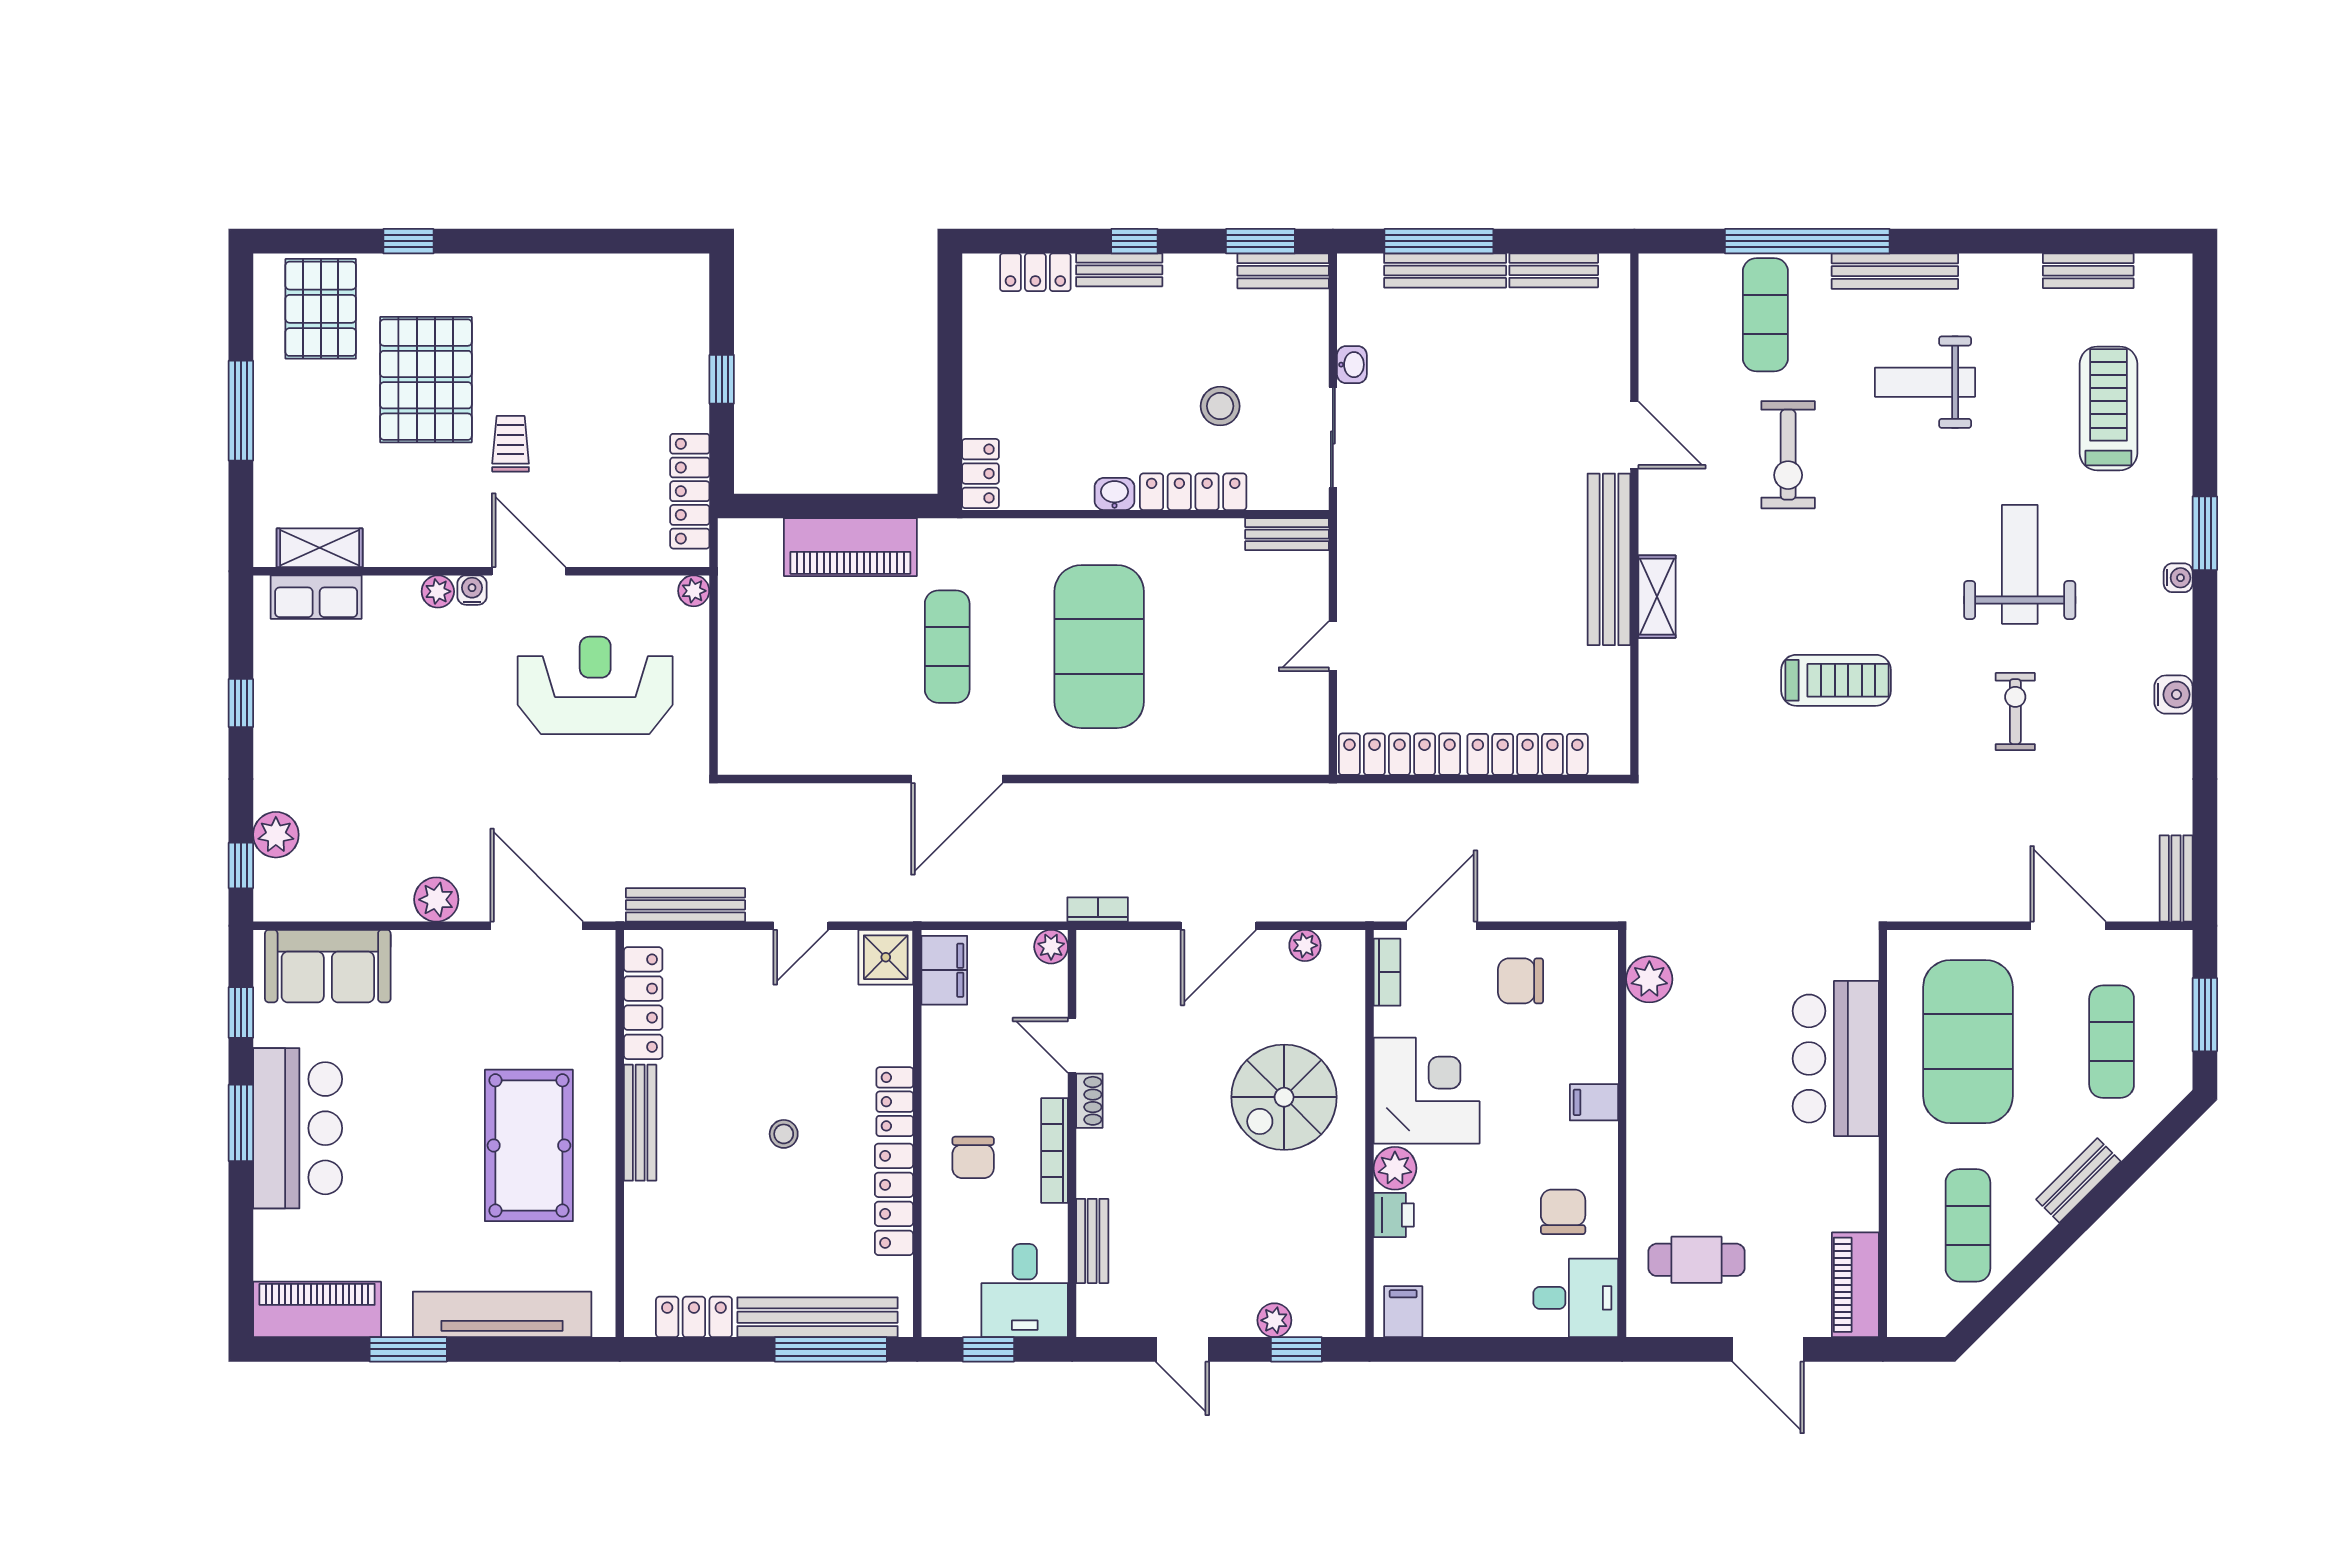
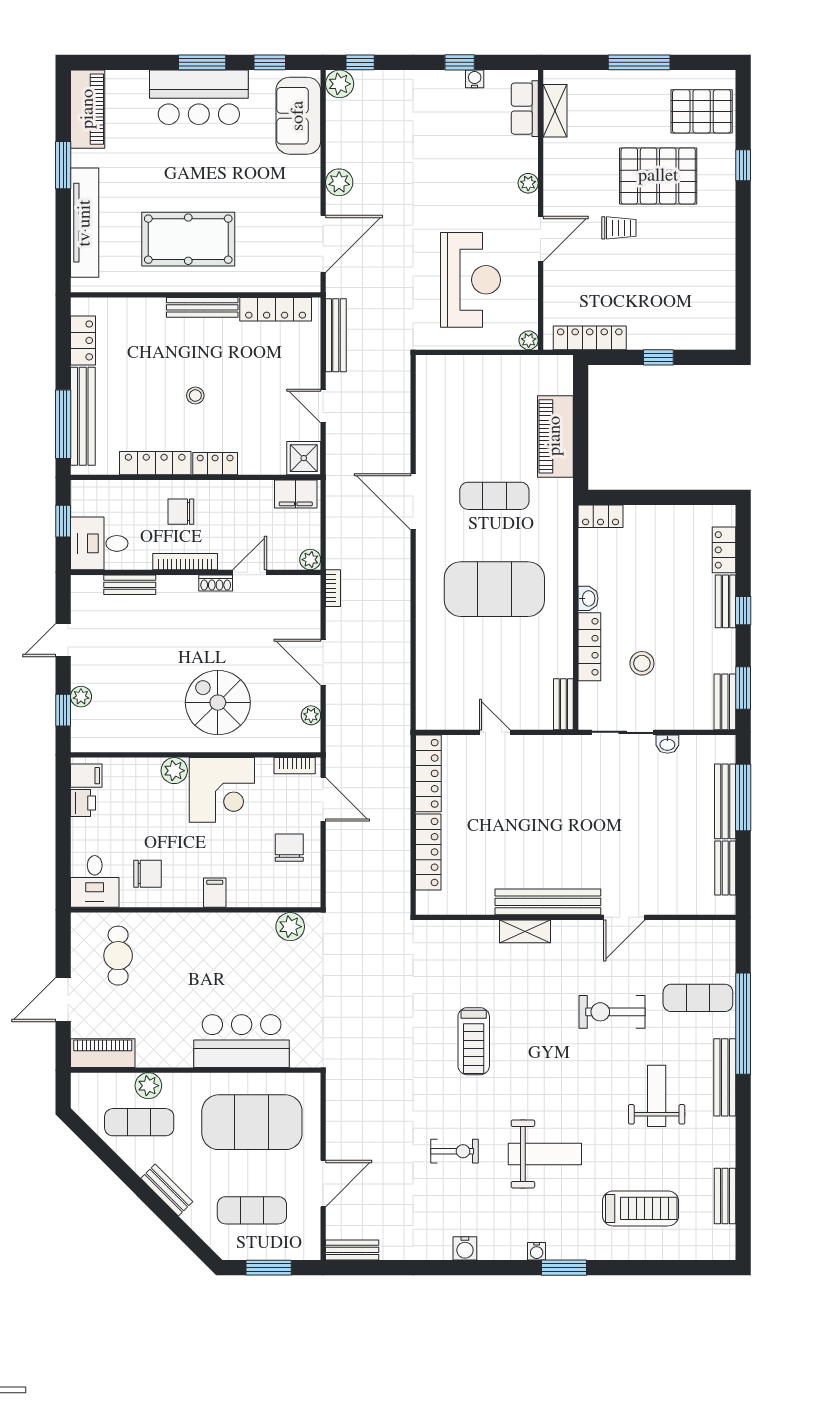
water cooler: (472, 590) -> (475, 79), moved, turned -90
plant: (276, 835) -> (340, 84), moved
plant: (1908, 1210) -> (148, 1086), added
printer: (1394, 1215) -> (83, 803), moved, turned -90

